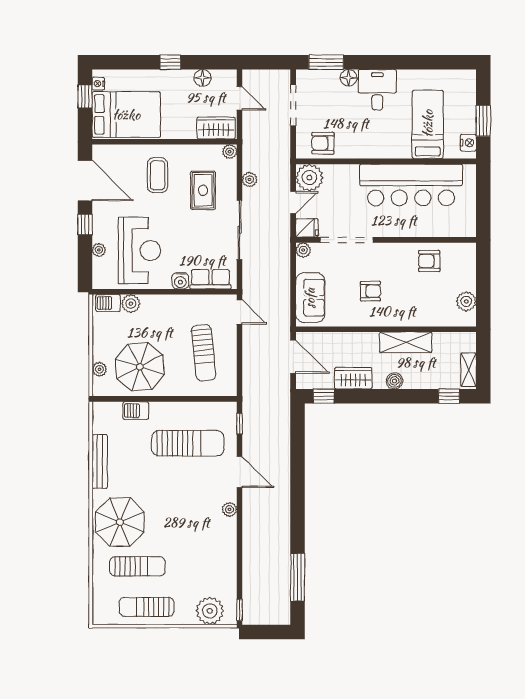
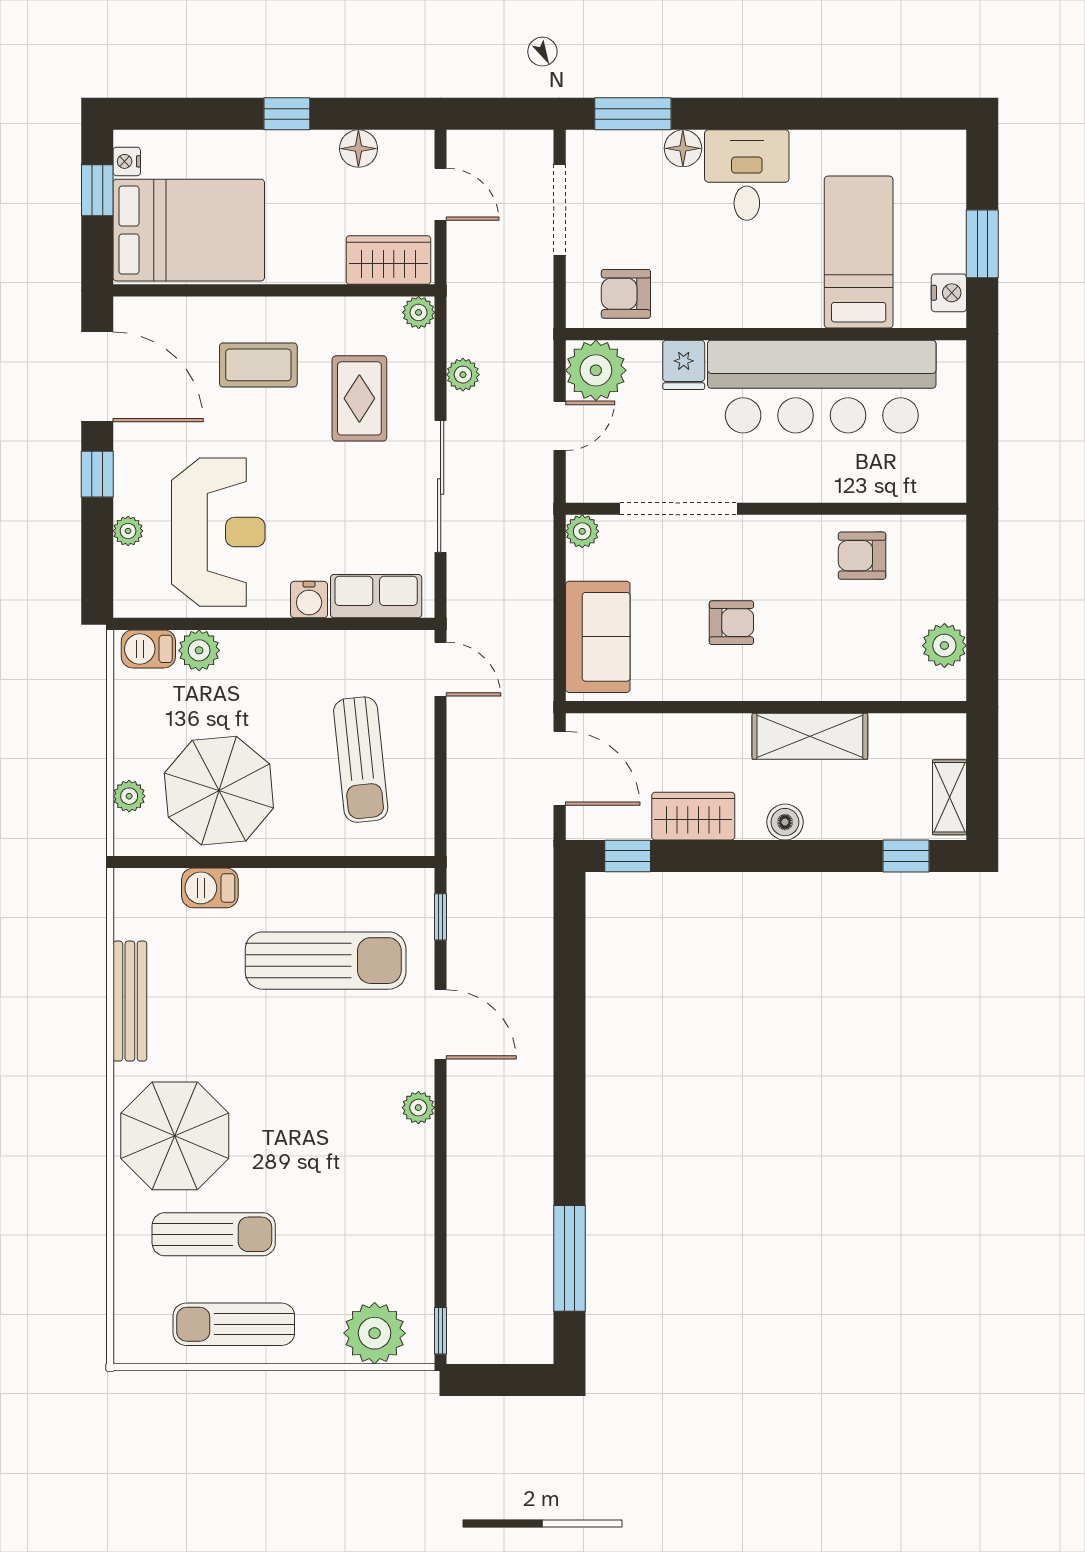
coffee table: (158, 175) -> (258, 365), turned 90
fridge: (307, 228) -> (684, 365), moved, turned 90

